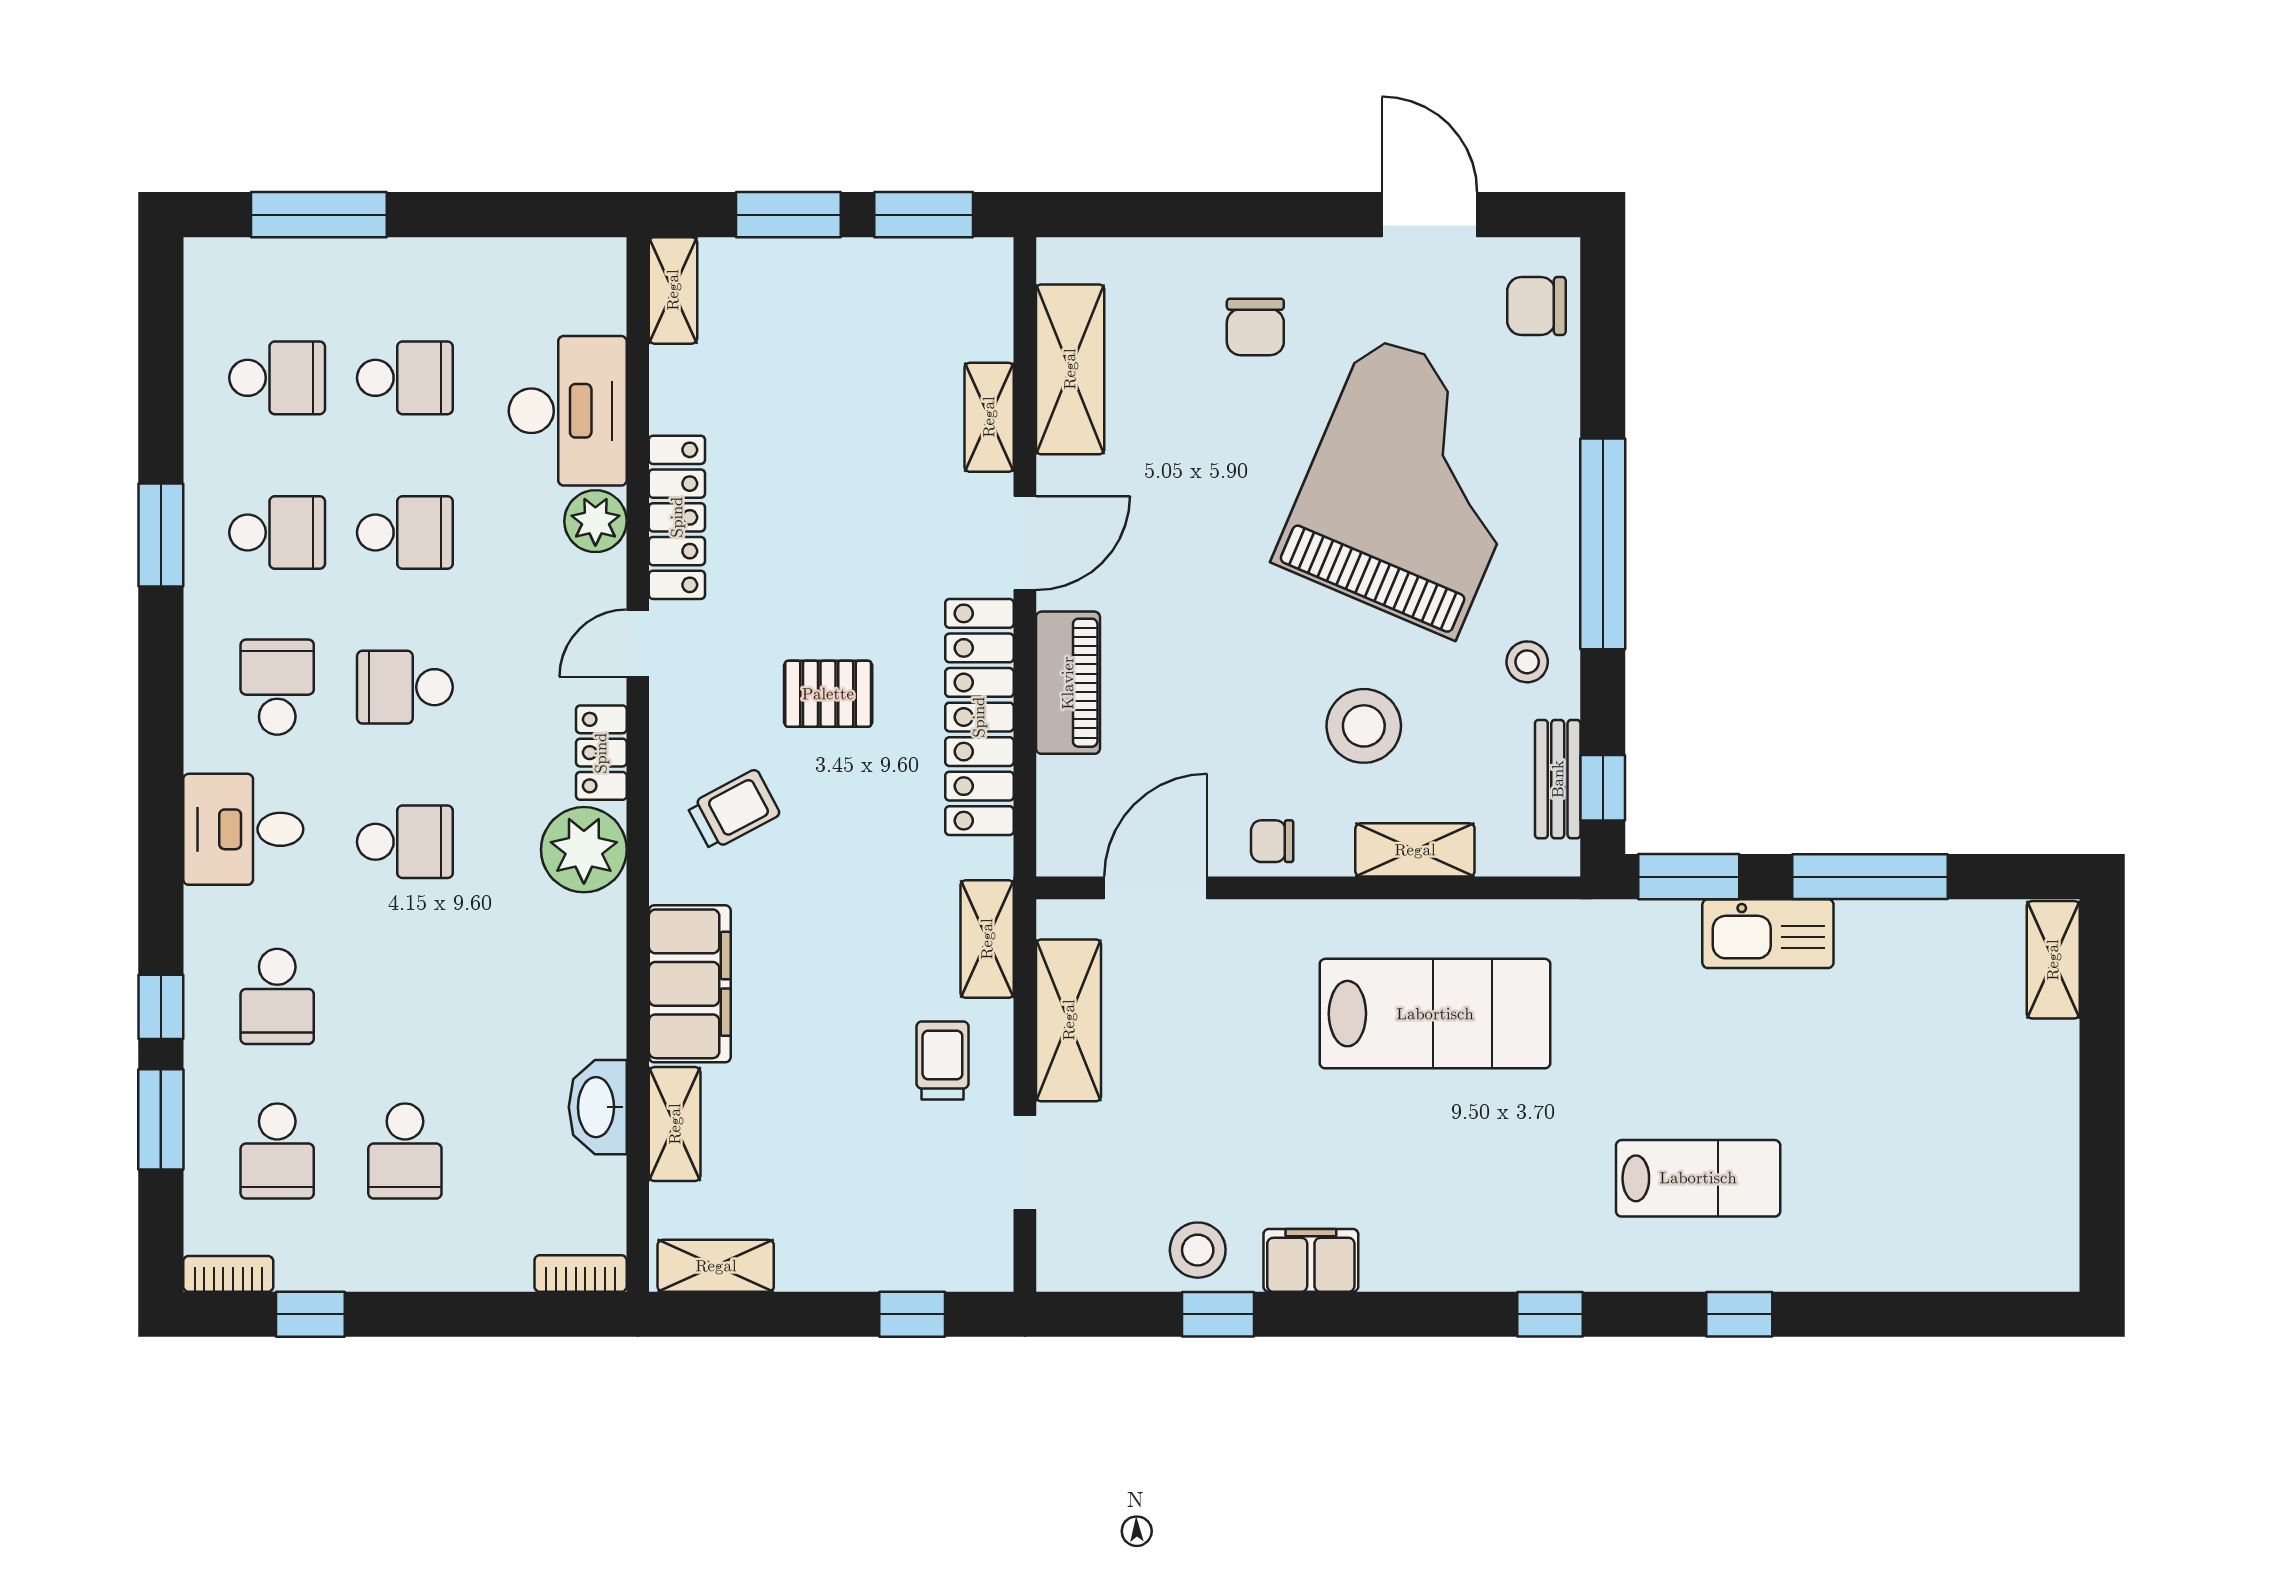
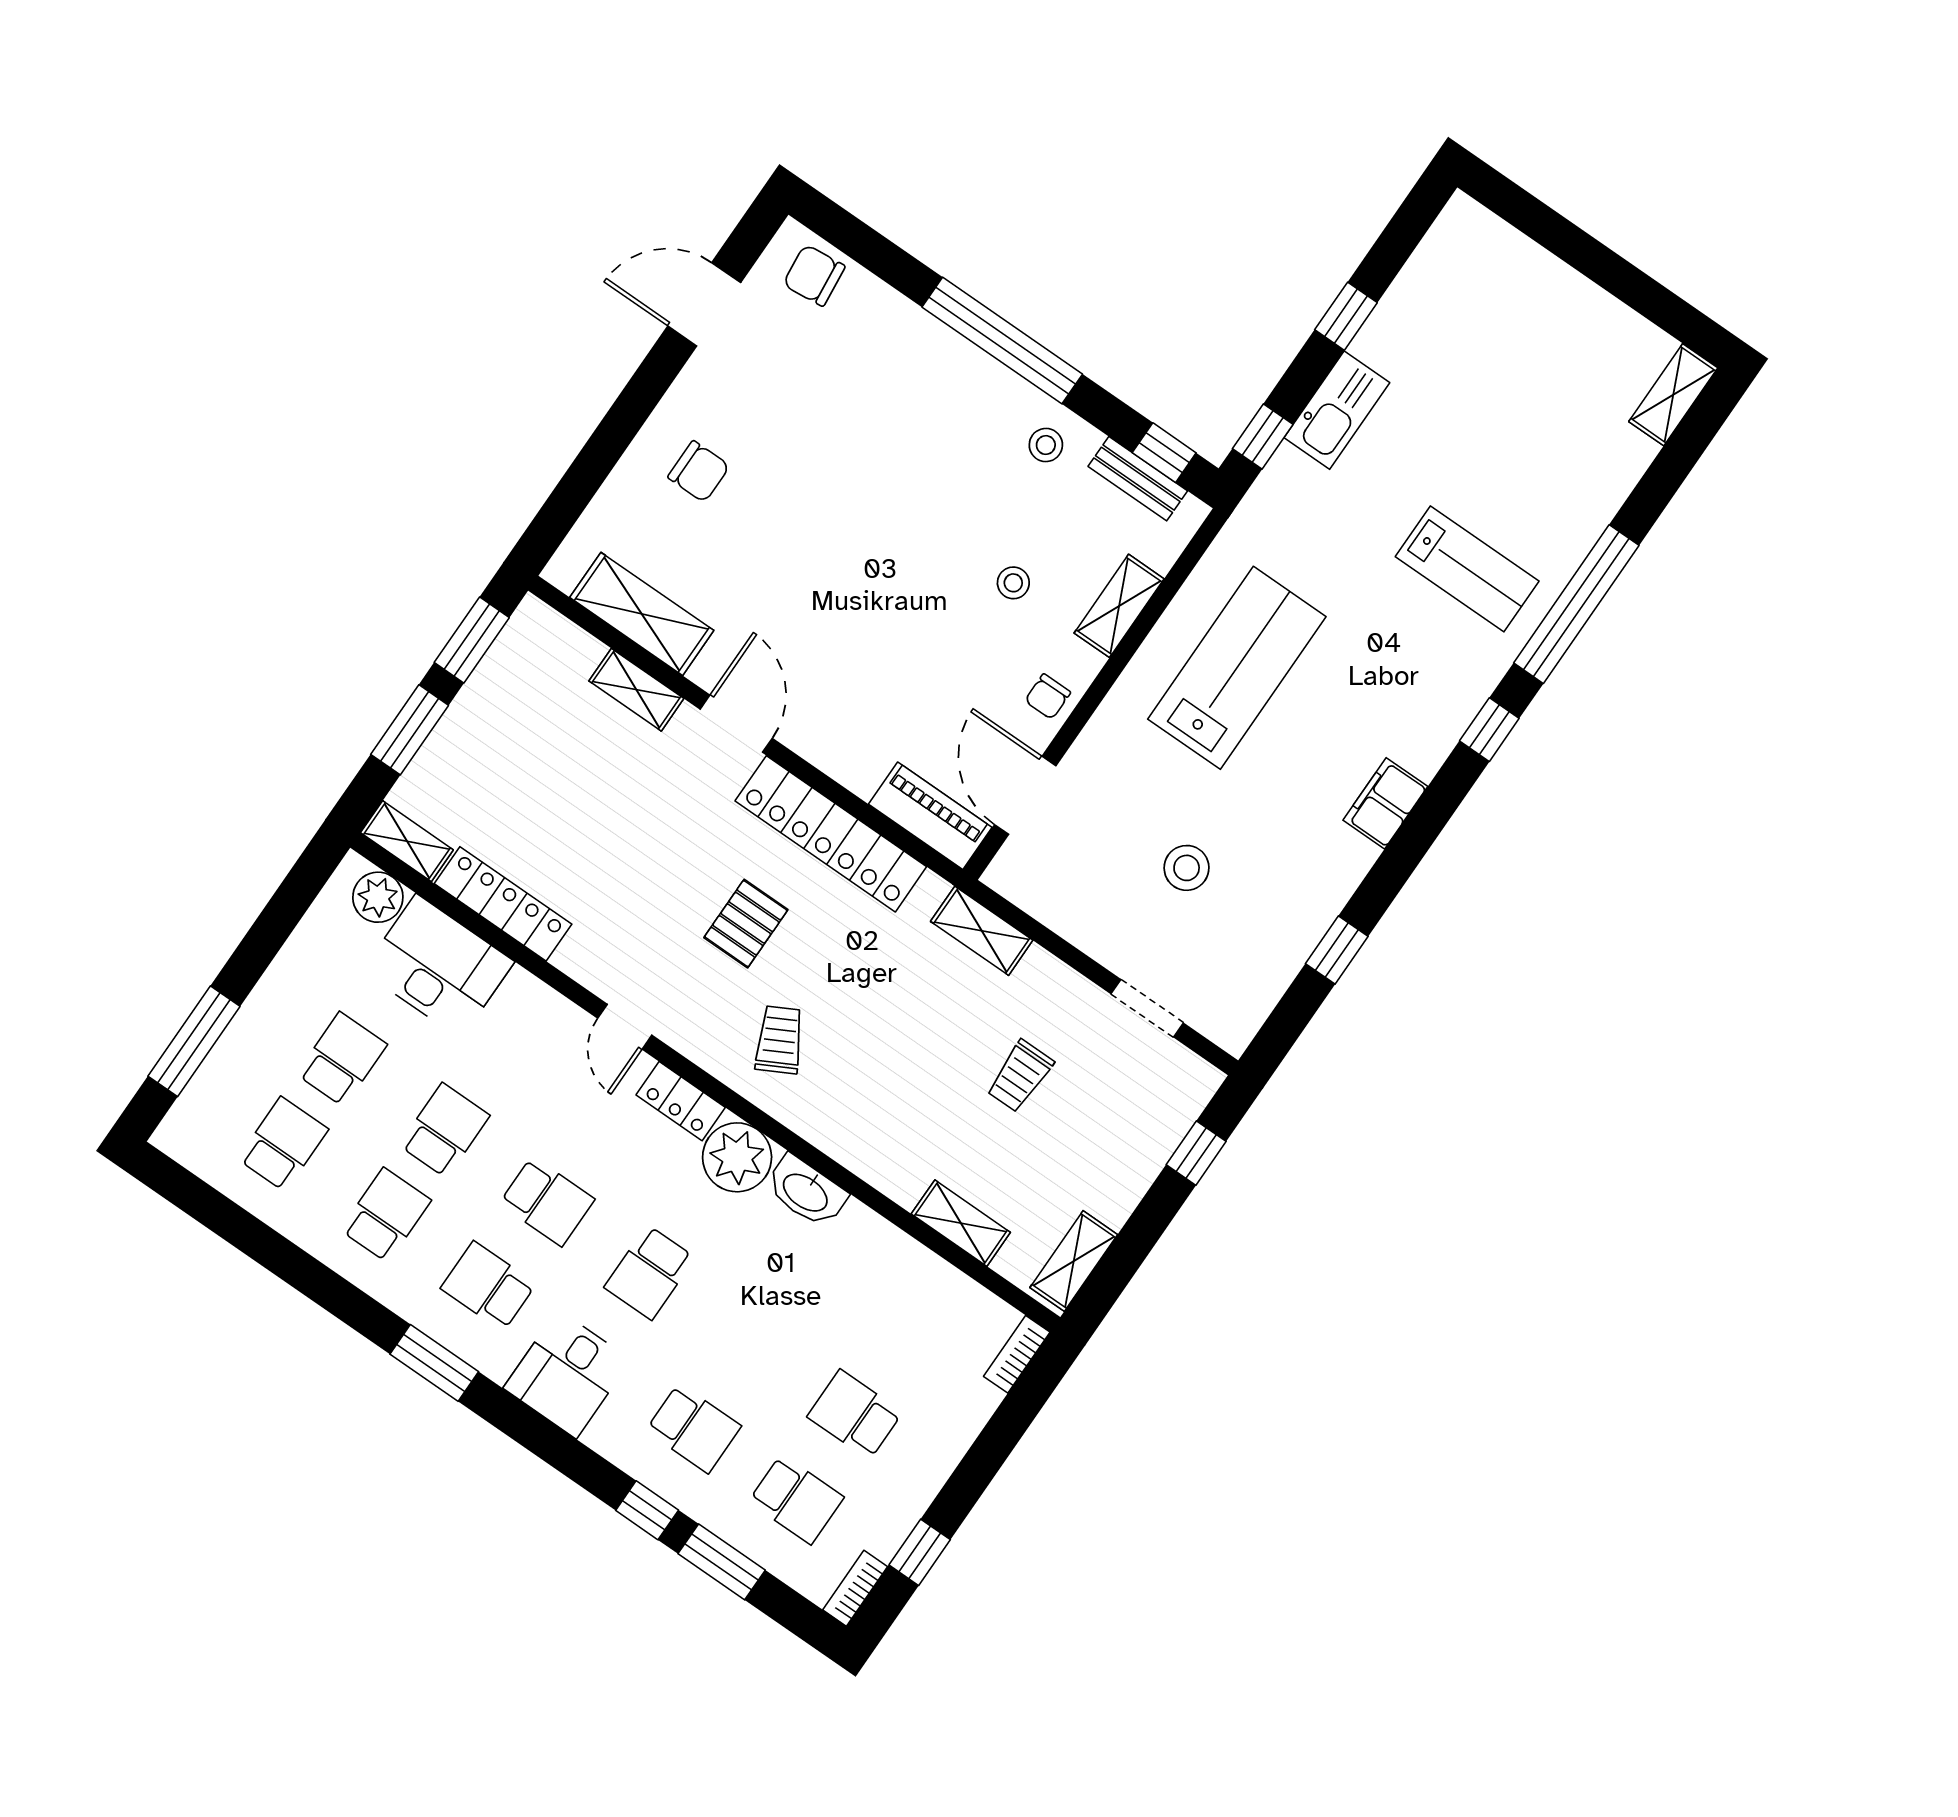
chair: (1536, 306) -> (814, 275), turned 84
grand piano: (1412, 486) -> (876, 441), removed
locker: (677, 517) -> (503, 904), moved
plant: (595, 521) -> (378, 897), moved
window: (161, 535) -> (434, 1363), moved
piano: (1068, 683) -> (930, 816), moved
school desk: (405, 687) -> (547, 1201), turned -90
stool: (1364, 726) -> (1013, 583), width x0.53, depth x0.53
school desk: (405, 842) -> (650, 1272), turned 180
window: (1689, 877) -> (1263, 436), width x0.67
window: (1870, 877) -> (1346, 316), width x0.46
shelving: (2053, 960) -> (1673, 395), moved, turned 90
filing cabinet: (690, 984) -> (875, 1149), removed
shelving: (1069, 1020) -> (1073, 914), removed
trolley: (942, 1060) -> (1020, 1076), moved, turned -90
washbasin: (598, 1107) -> (806, 1191), moved
school desk: (405, 1151) -> (855, 1415), turned 180
lab bench: (1698, 1178) -> (1467, 569), turned 90
stool: (1198, 1250) -> (1187, 868), moved
filing cabinet: (1311, 1260) -> (1385, 803), moved
window: (1739, 1314) -> (1576, 604), width x3.17

